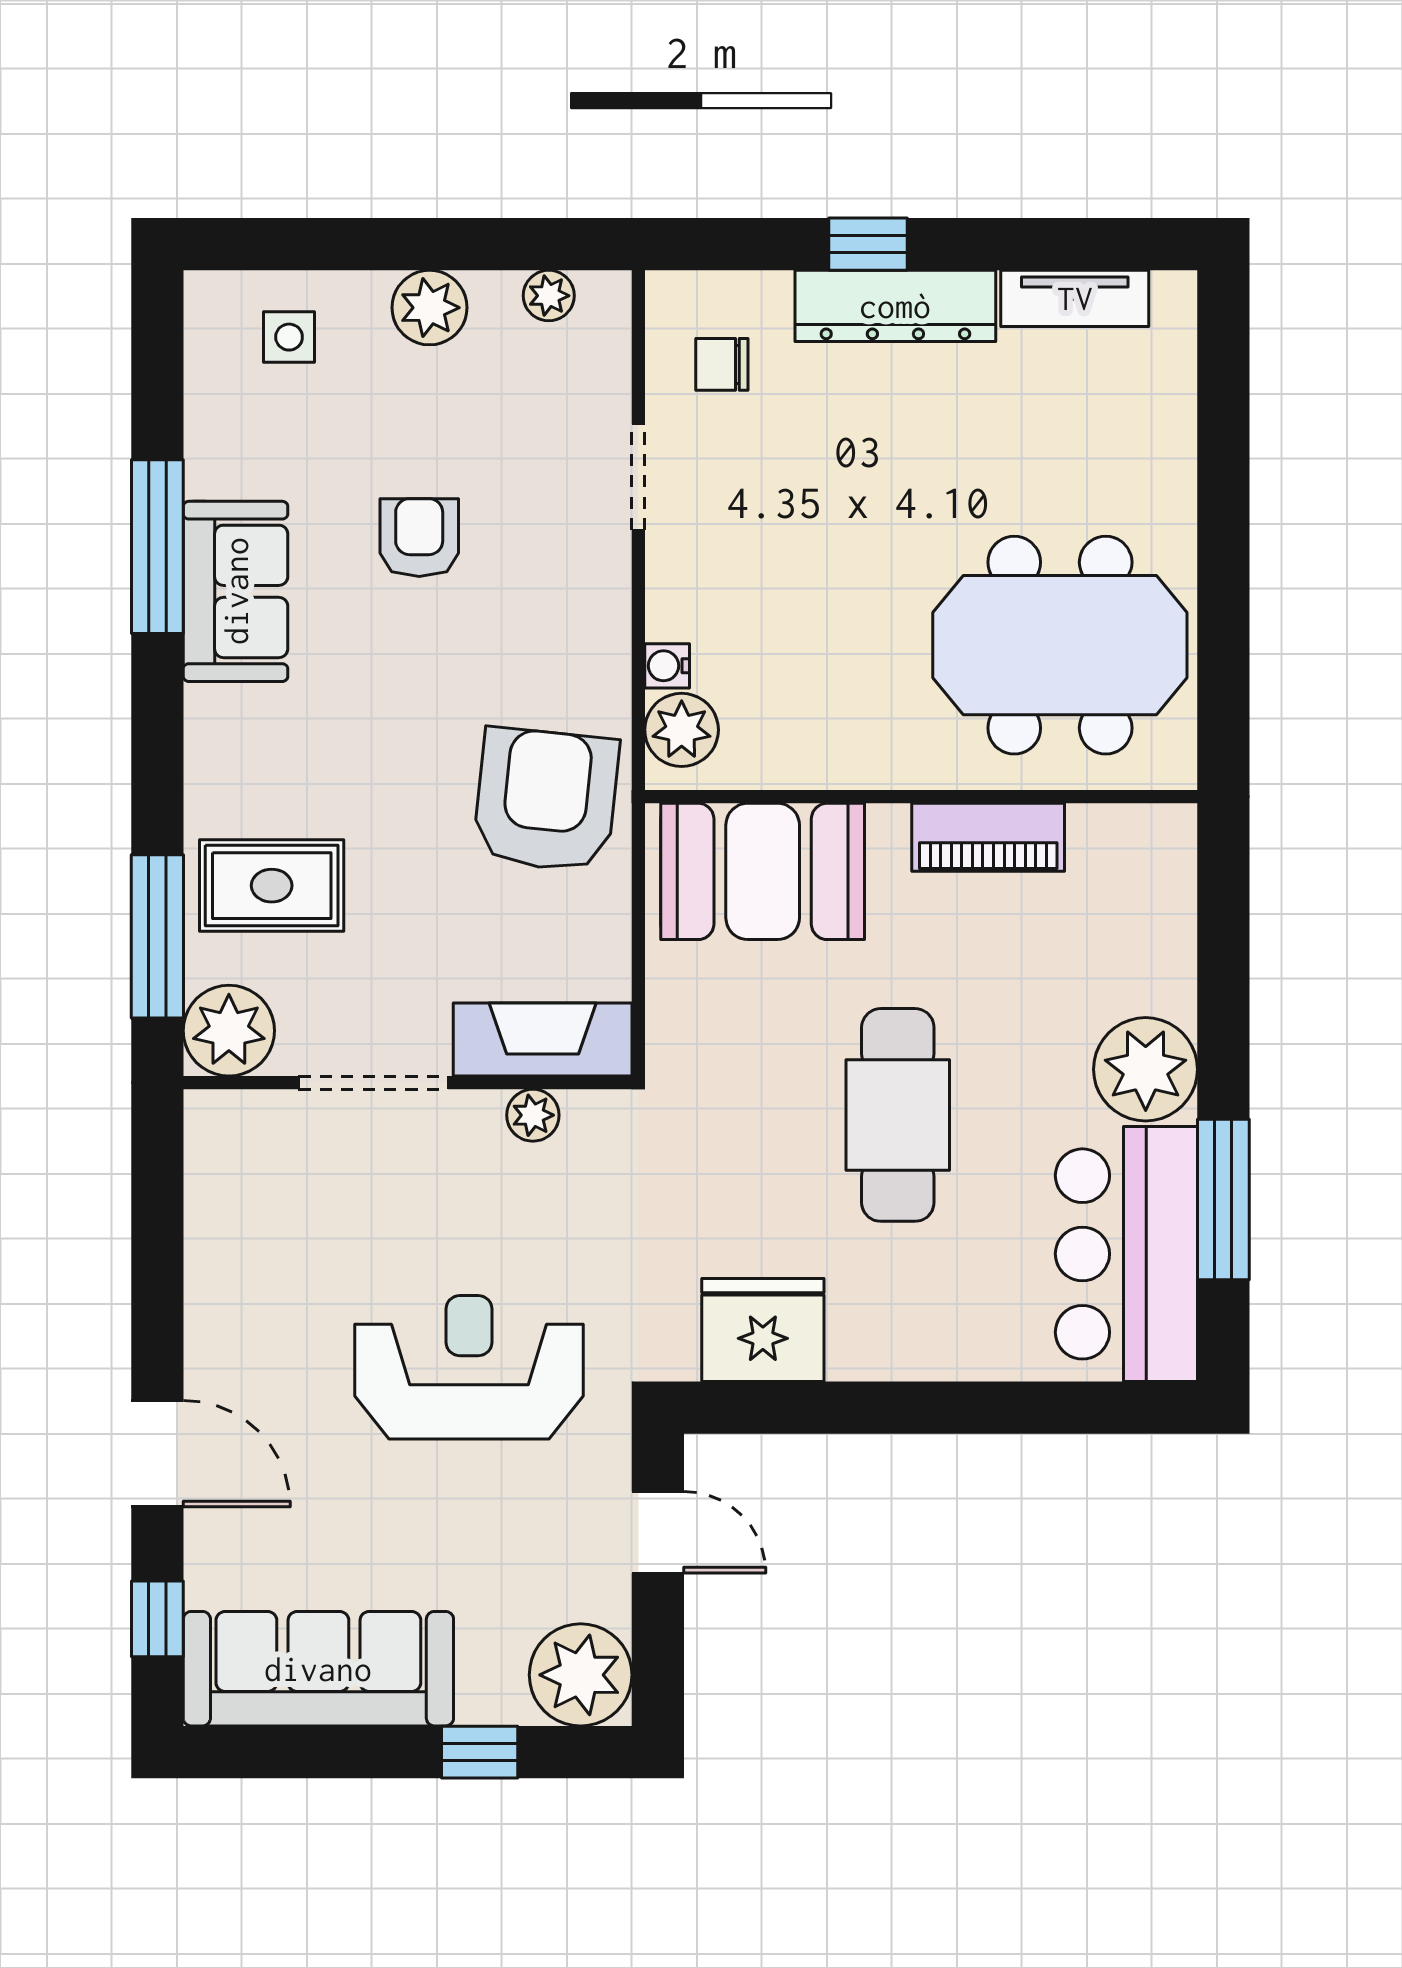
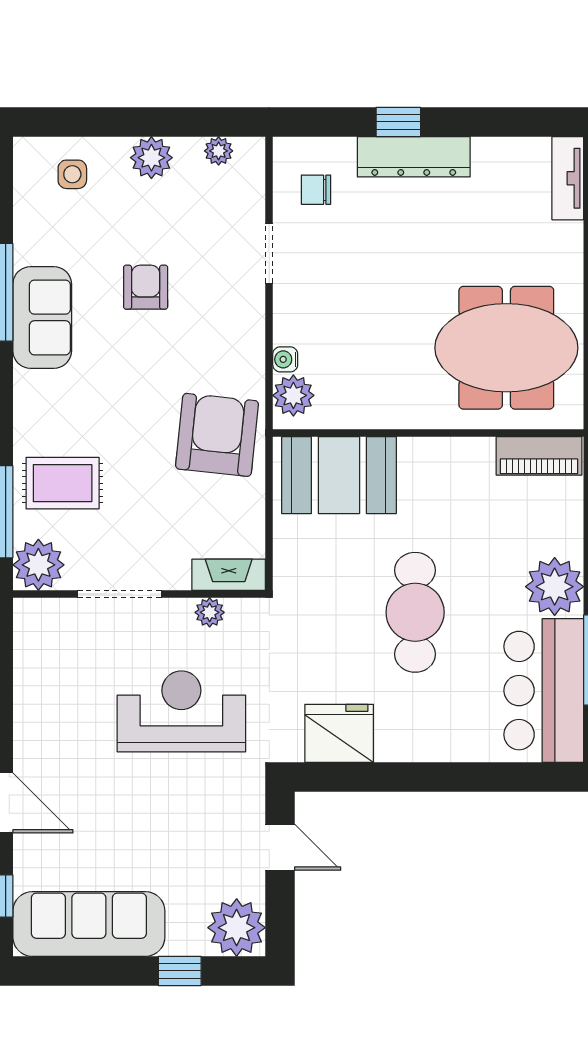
tv unit: (1075, 298) -> (568, 178), moved, turned 90
piano: (988, 837) -> (539, 456), moved
fireplace: (543, 1039) -> (229, 575), width x0.73, depth x0.76
reception desk: (469, 1367) -> (181, 711), moved

